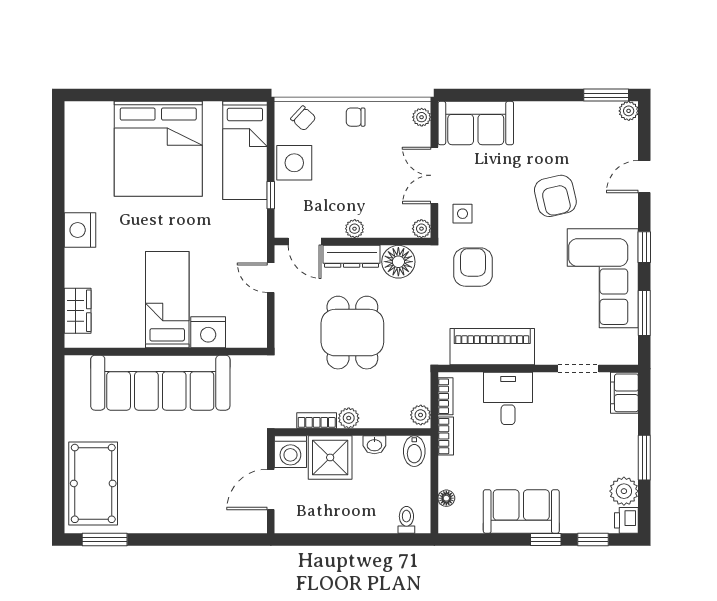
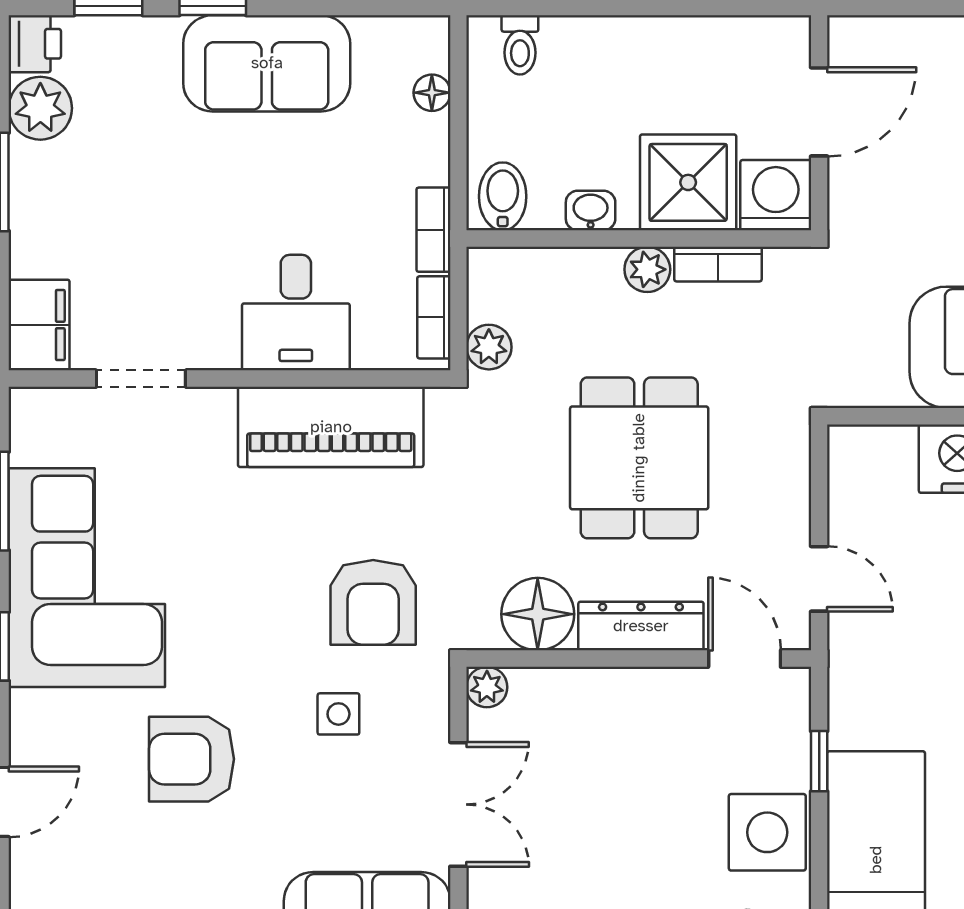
armchair: (555, 196) -> (192, 759), turned -77
side table: (463, 214) -> (338, 714), moved
plant: (355, 229) -> (634, 687), removed
plant: (421, 415) -> (489, 347), moved

